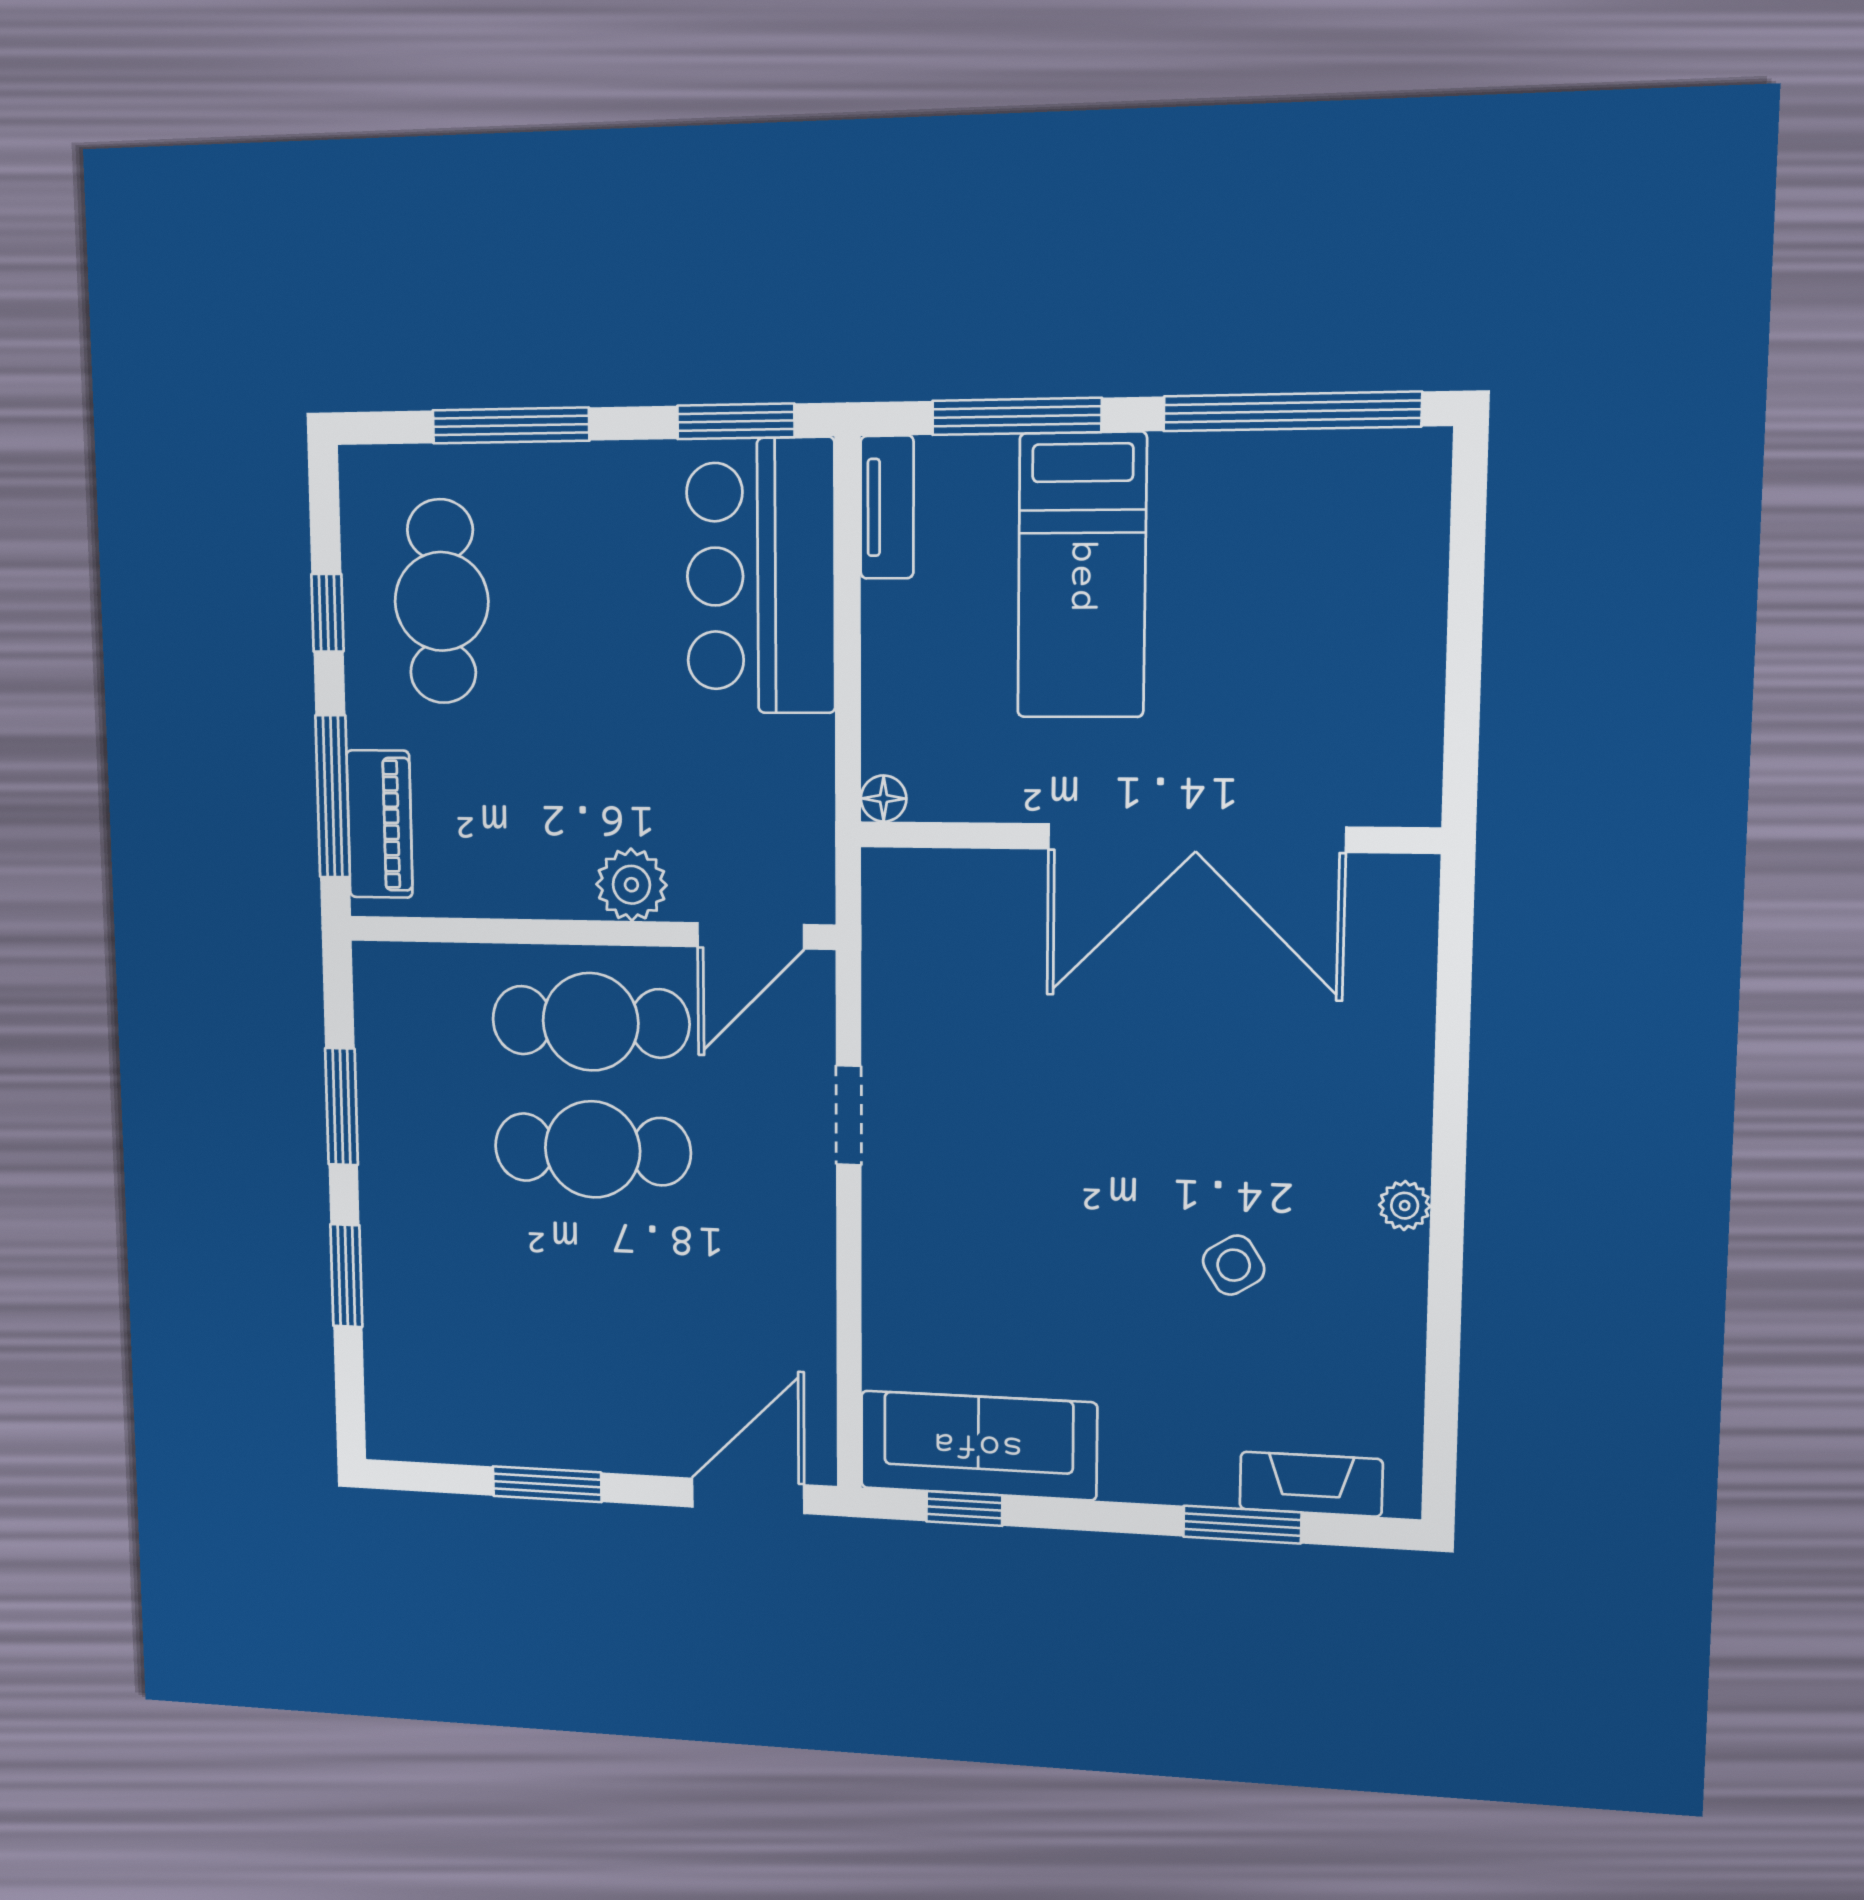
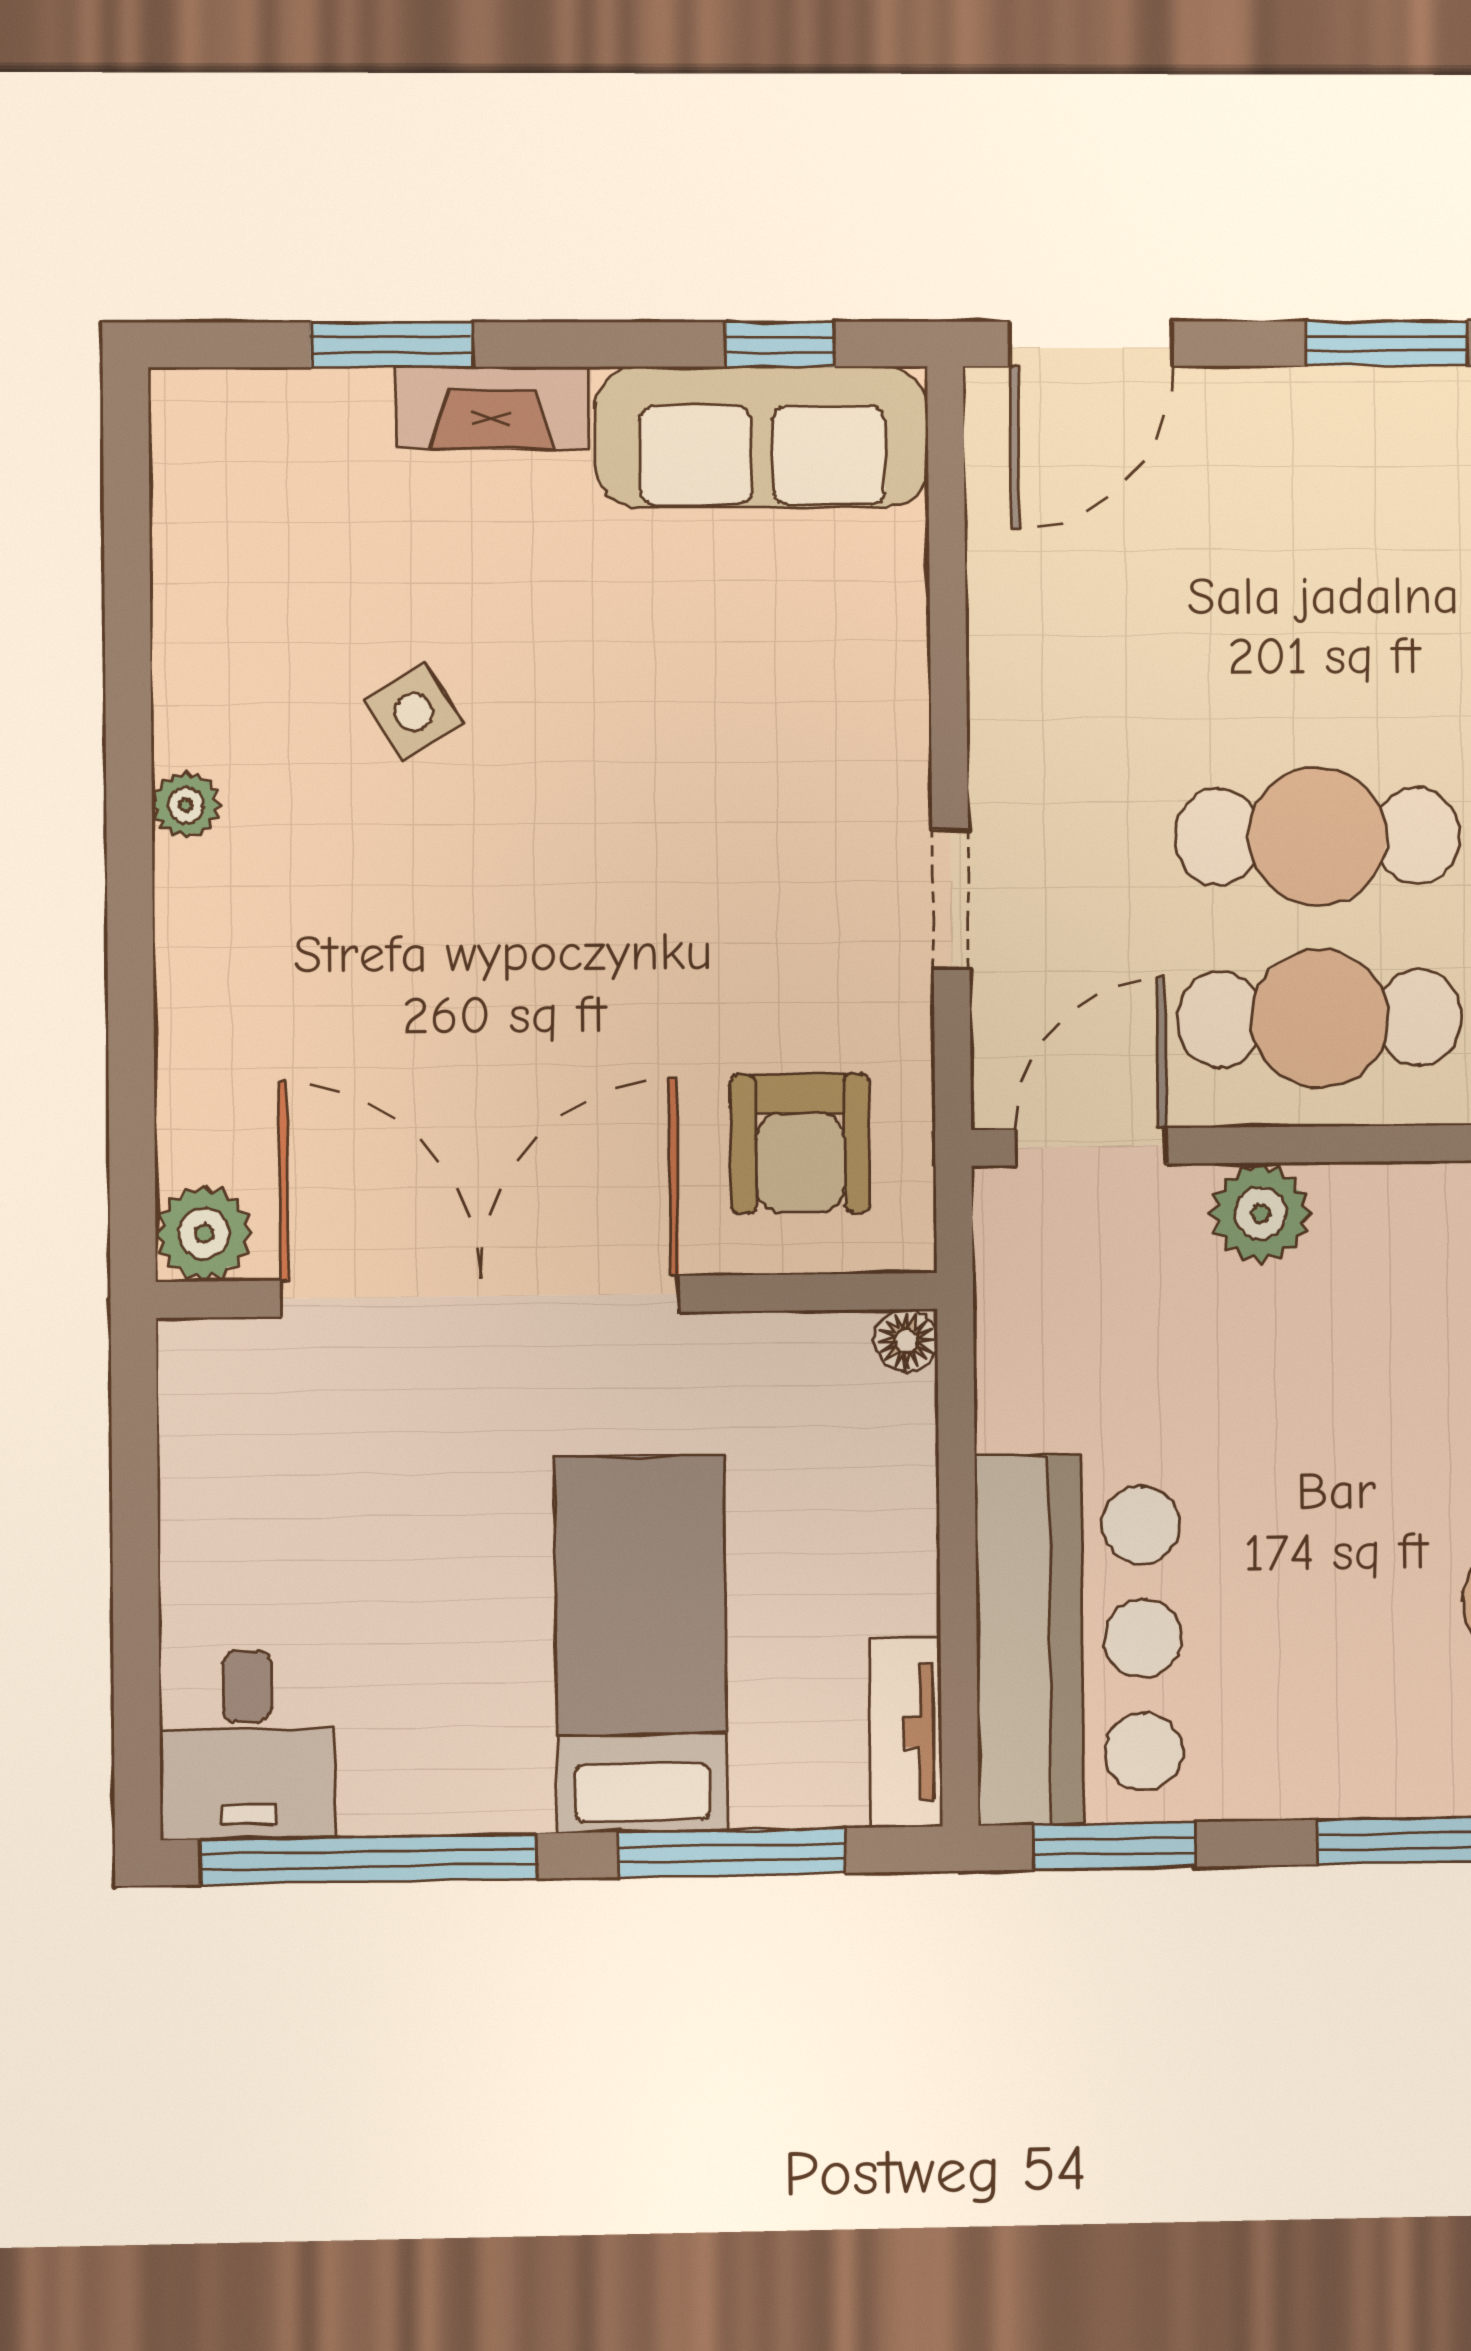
desk: (1383, 501) -> (247, 1745), added
plant: (1402, 890) -> (204, 1233), added
armchair: (958, 944) -> (800, 1144), added
fireplace: (1311, 1484) -> (492, 408), moved

